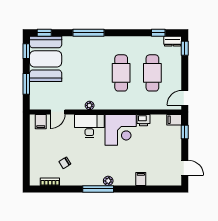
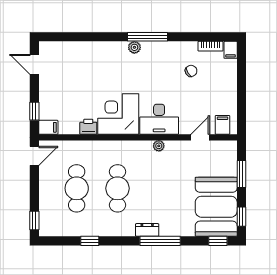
window: (158, 33) -> (90, 241), moved
dresser: (173, 41) -> (147, 230), moved
filing cabinet: (141, 179) -> (231, 50), moved

